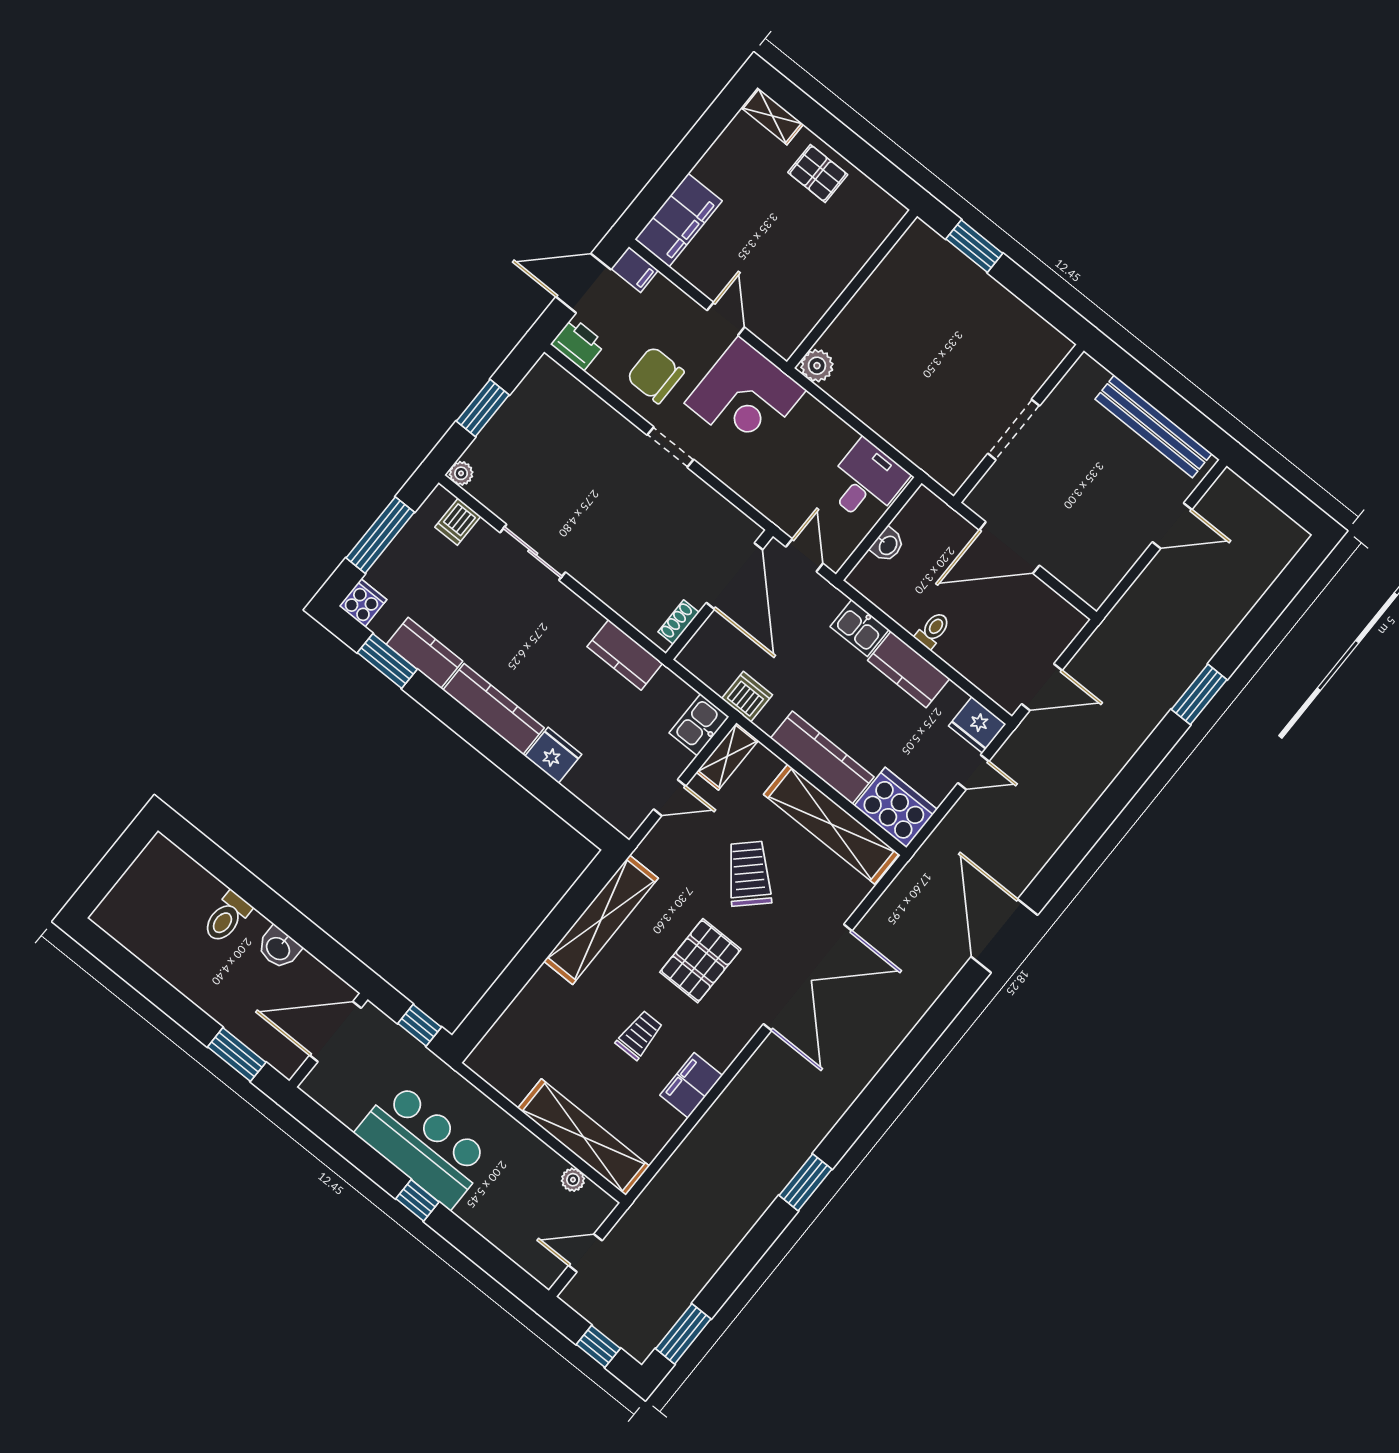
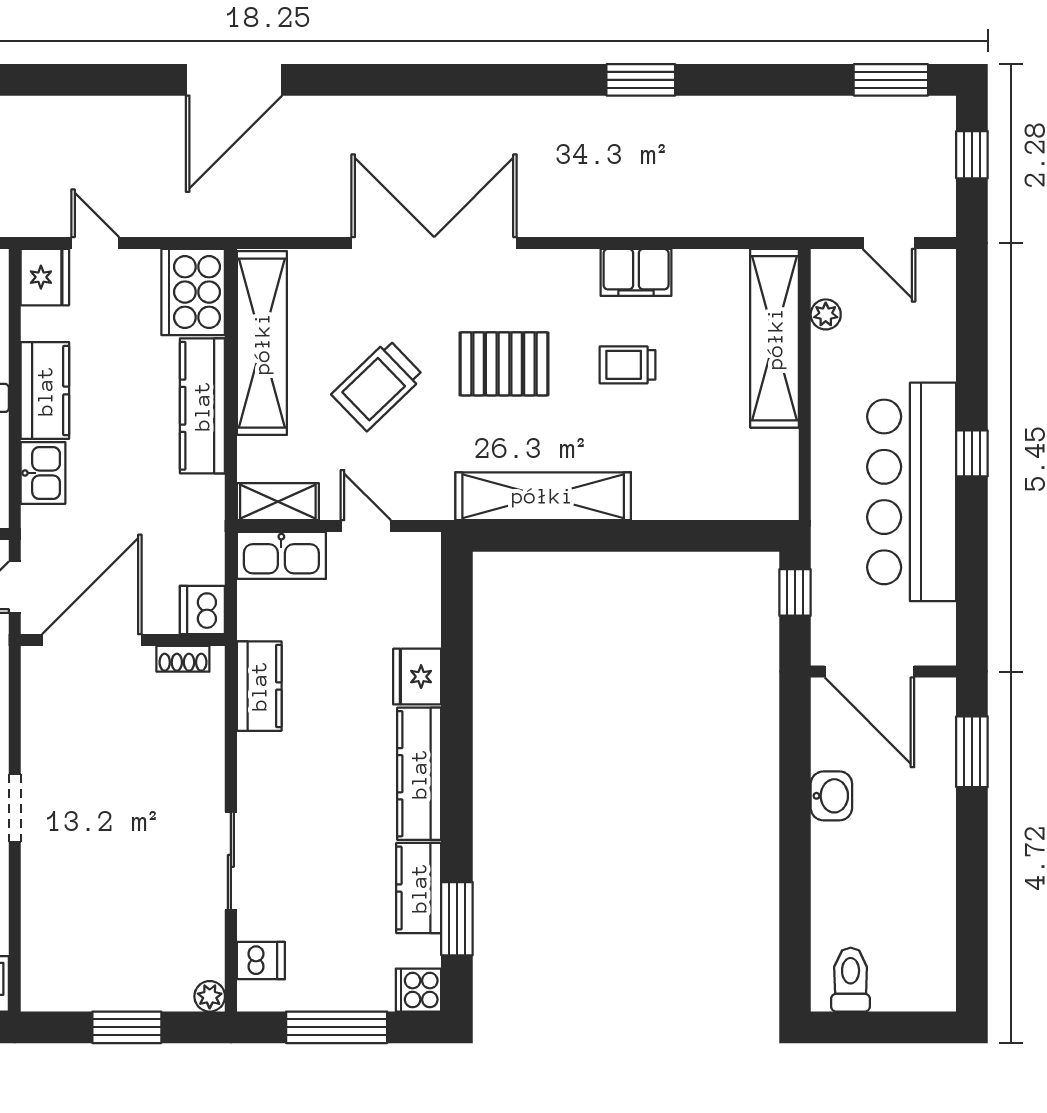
dishwasher: (747, 697) -> (202, 610), moved
kitchen sink: (699, 725) -> (281, 555), width x1.38
toilet: (227, 917) -> (851, 980), moved, turned -90
bar counter: (423, 1145) -> (912, 492), width x1.36

